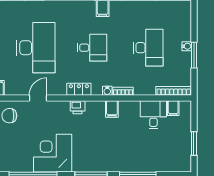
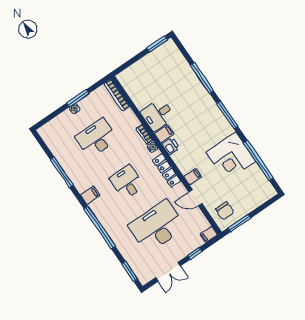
locker: (79, 89) -> (167, 170), width x1.53
printer: (78, 107) -> (171, 146), moved
filing cabinet: (173, 108) -> (193, 177), moved
desk: (153, 115) -> (158, 115), moved
window: (194, 144) -> (157, 44), moved

